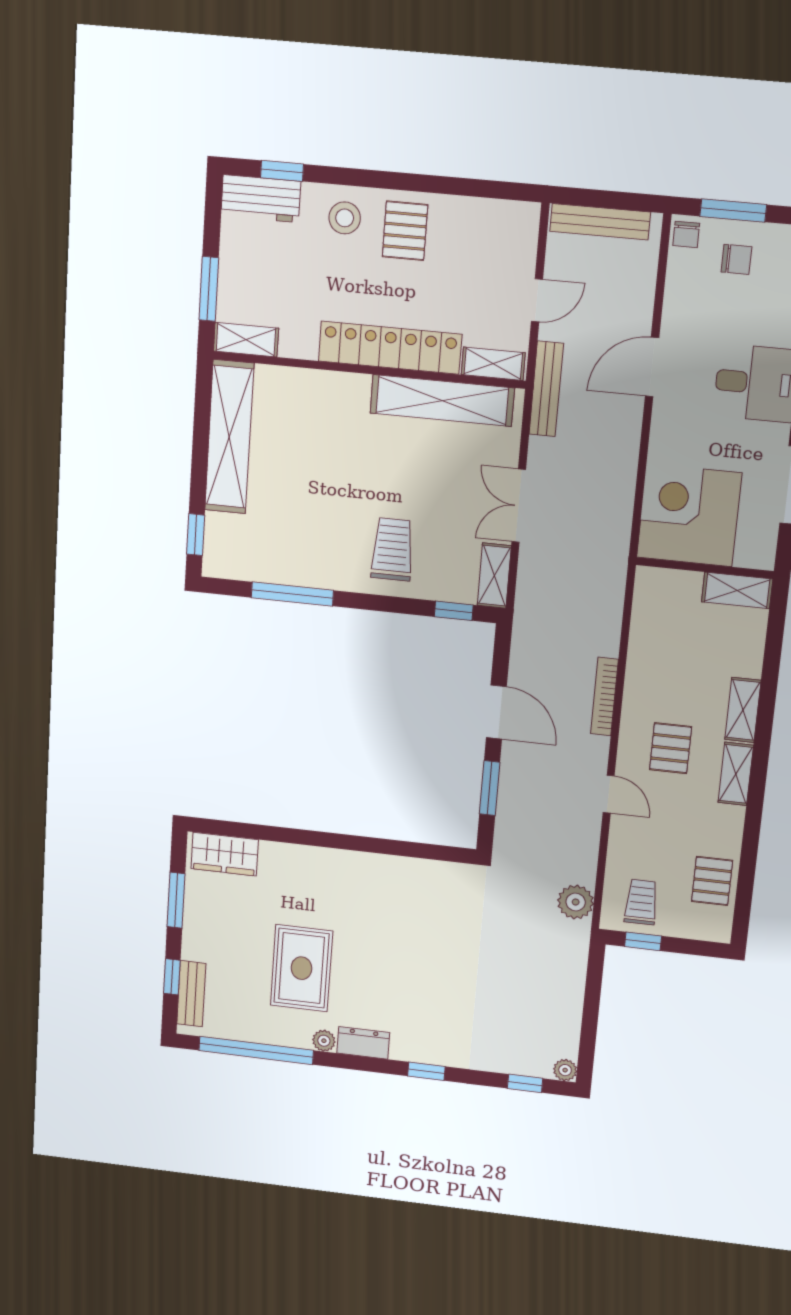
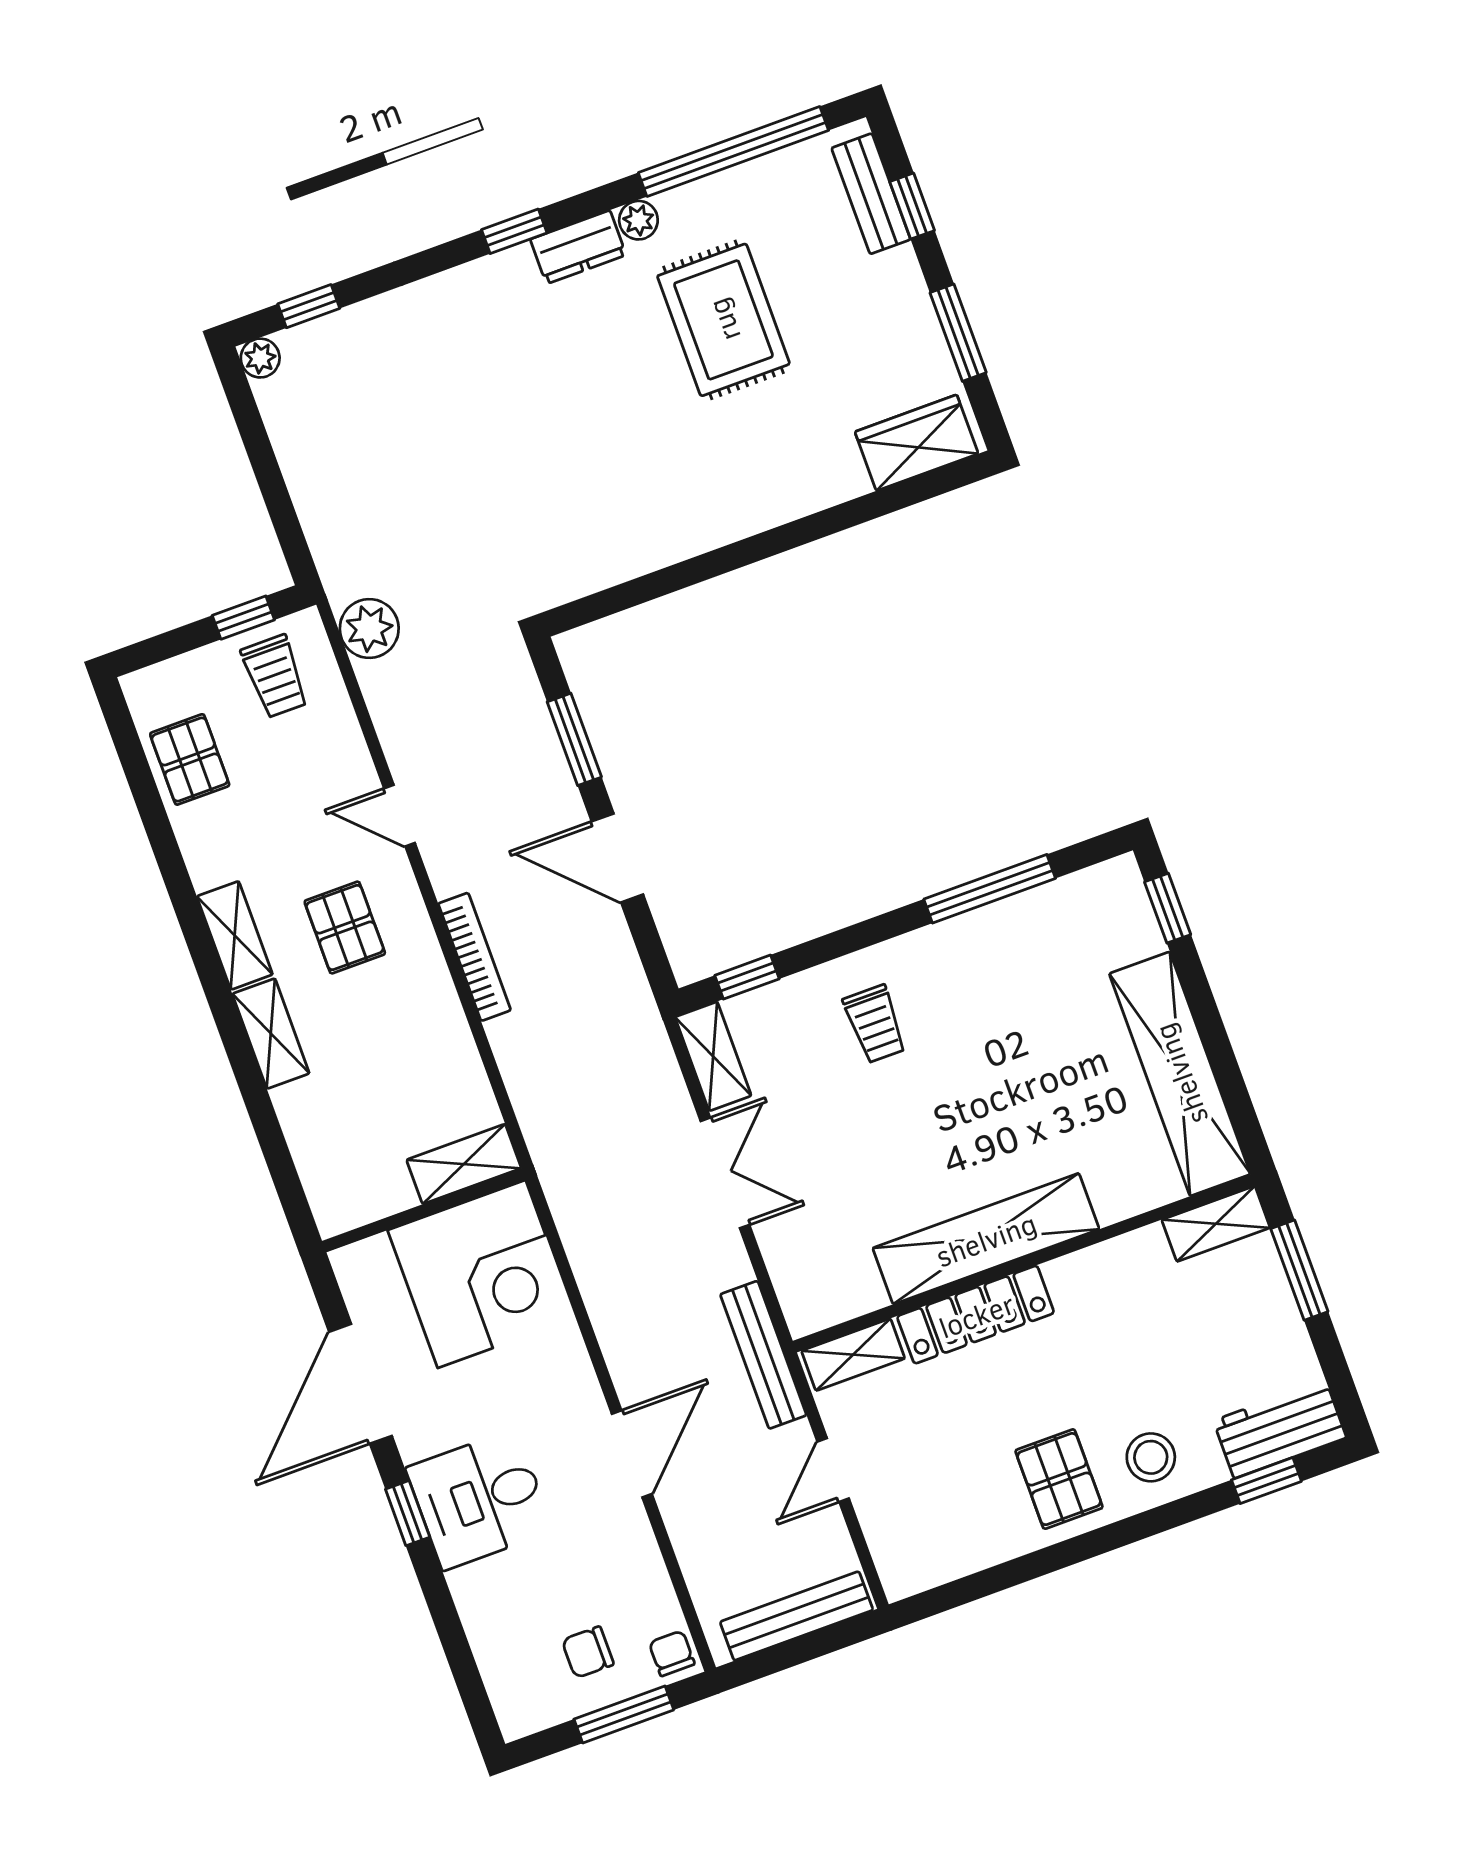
locker: (390, 348) -> (976, 1315), width x0.71, depth x0.83
shelving: (442, 401) -> (986, 1239), moved
trolley: (392, 549) -> (875, 1024), width x0.73, depth x0.72
shelving: (737, 590) -> (464, 1164), moved
window: (426, 1071) -> (514, 231), moved

